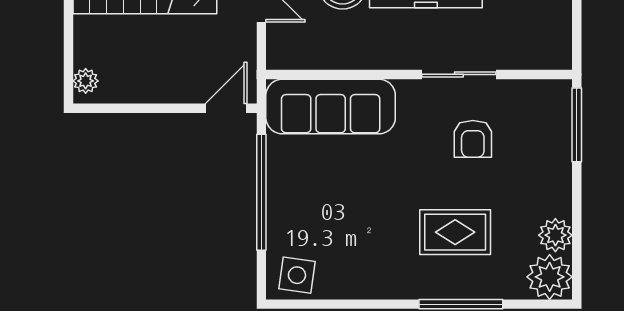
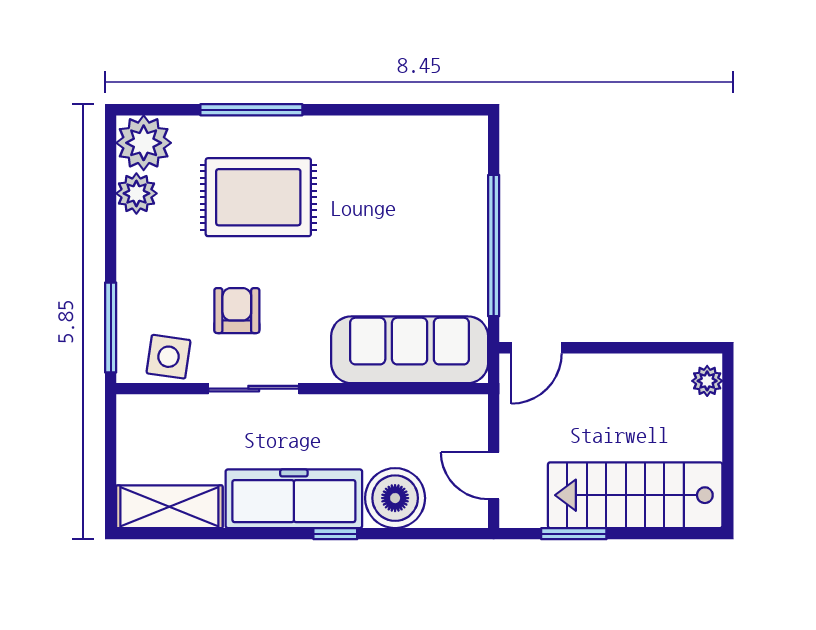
rug: (455, 232) -> (258, 197), width x1.36, depth x1.43
side table: (297, 275) -> (168, 357), moved

